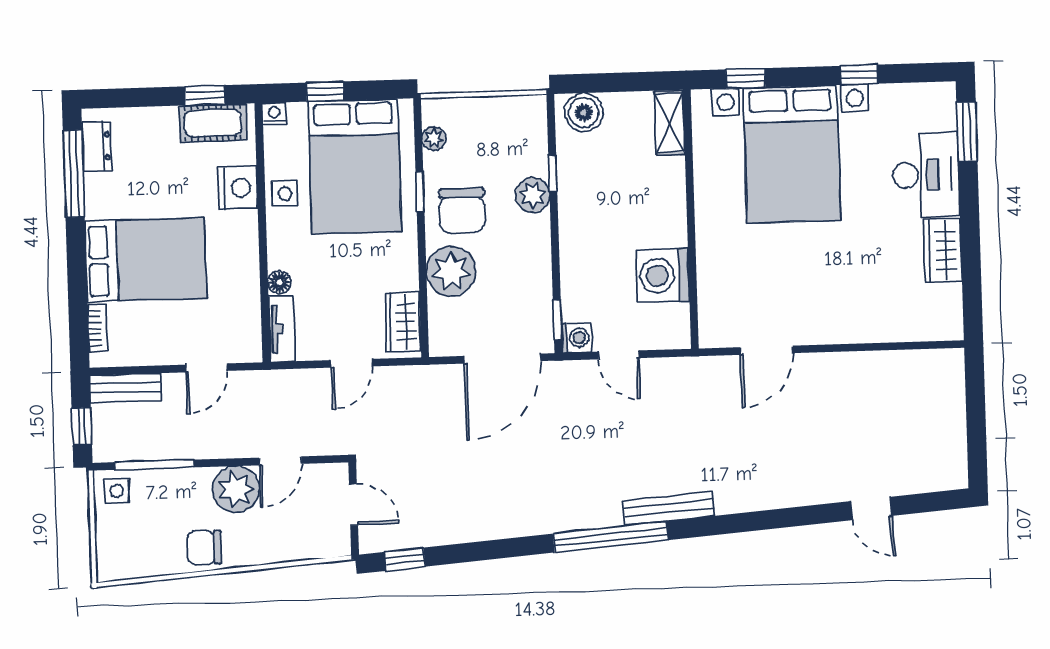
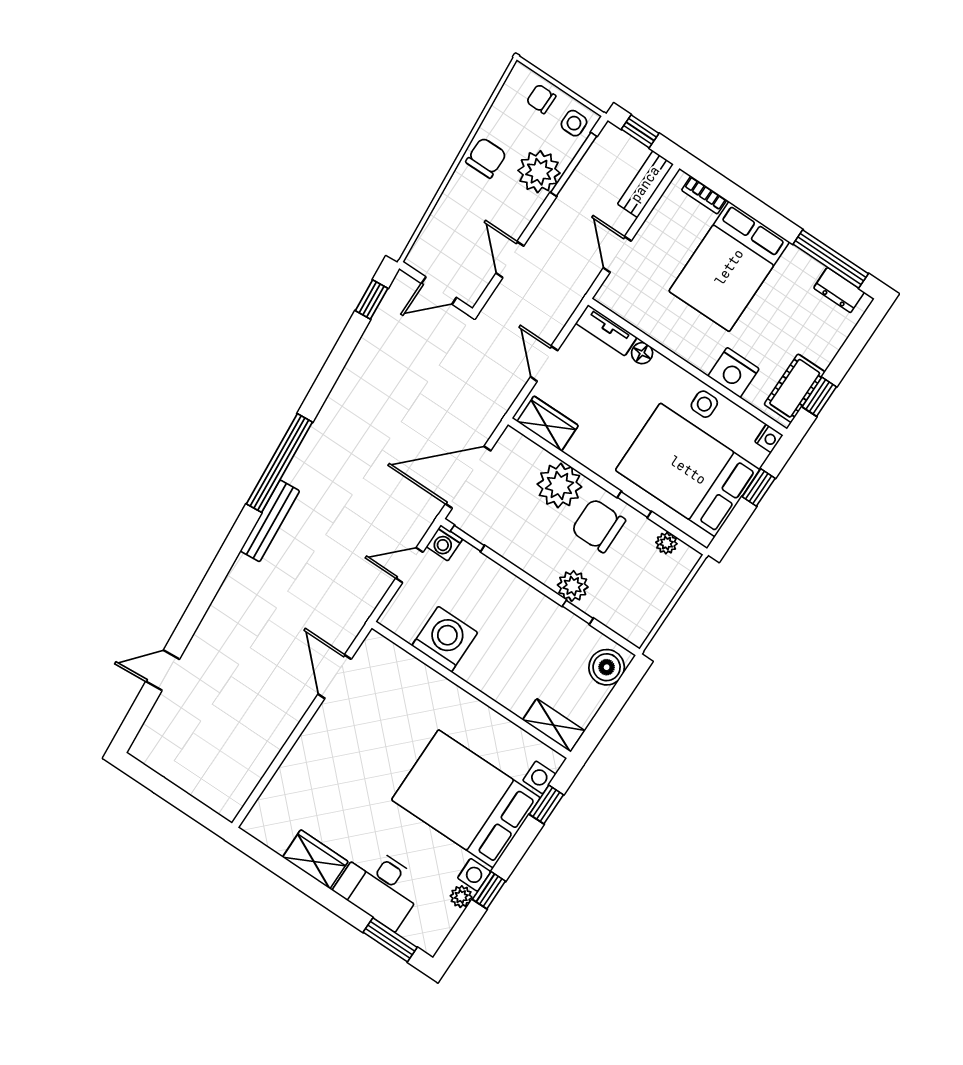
plant: (883, 96) -> (461, 897), added
door: (502, 359) -> (468, 477), hinge flipped
plant: (236, 489) -> (539, 172), moved
chair: (116, 536) -> (541, 99), added

